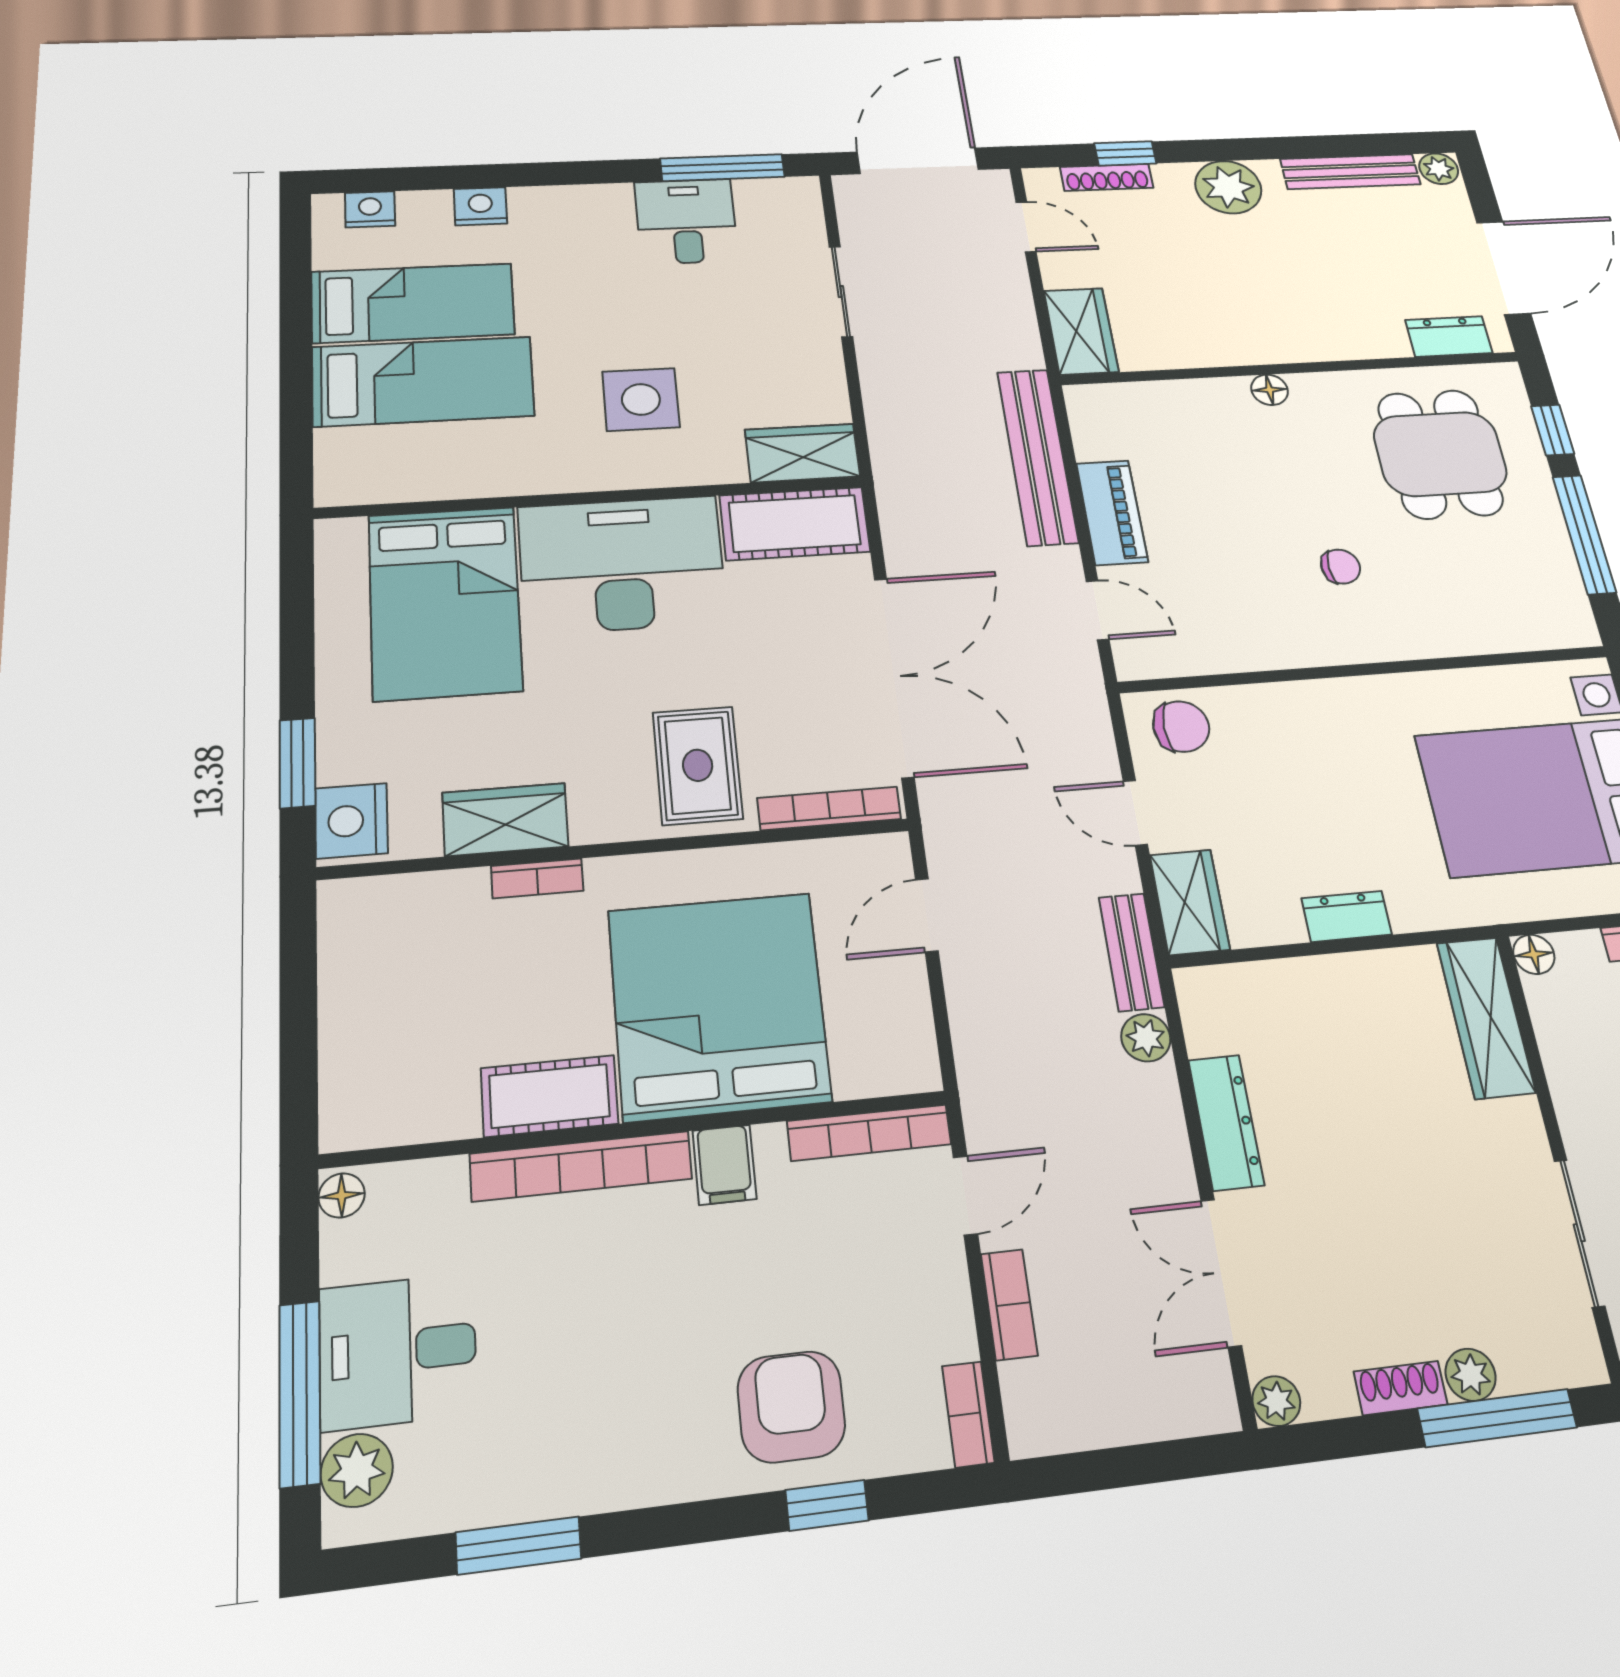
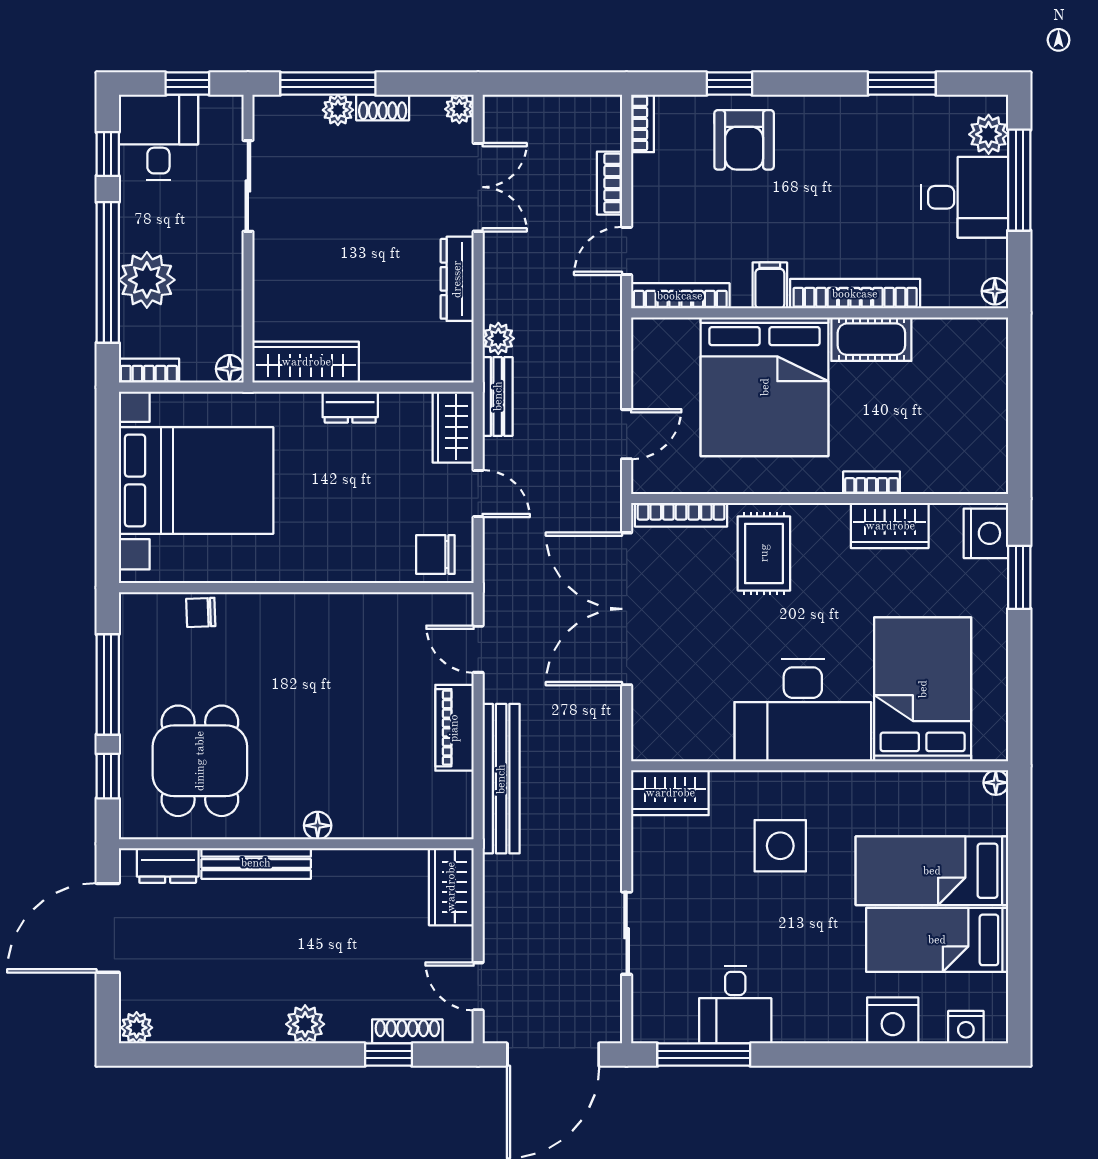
bench: (1350, 172) -> (256, 863), moved
plant: (1228, 187) -> (305, 1024), width x0.73, depth x0.73
nightstand: (480, 206) -> (893, 1020), width x1.36, depth x1.33
floor lamp: (332, 492) -> (996, 783), added
cot: (795, 523) -> (681, 735), removed
chair: (1341, 567) -> (201, 612), moved
wardrobe: (1486, 1017) -> (306, 362), moved, turned -90

